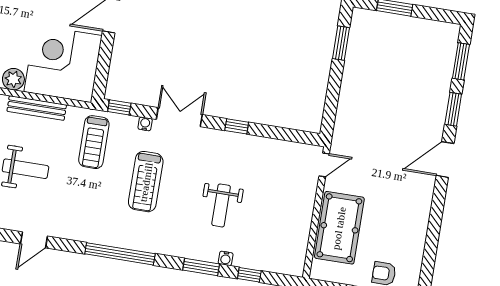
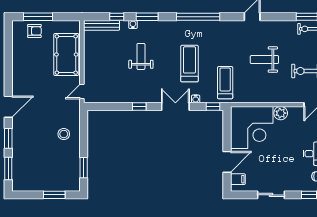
stool: (364, 102) -> (64, 134), added
bench: (37, 108) -> (102, 25), moved
double door: (179, 117) -> (175, 106), swing flipped

